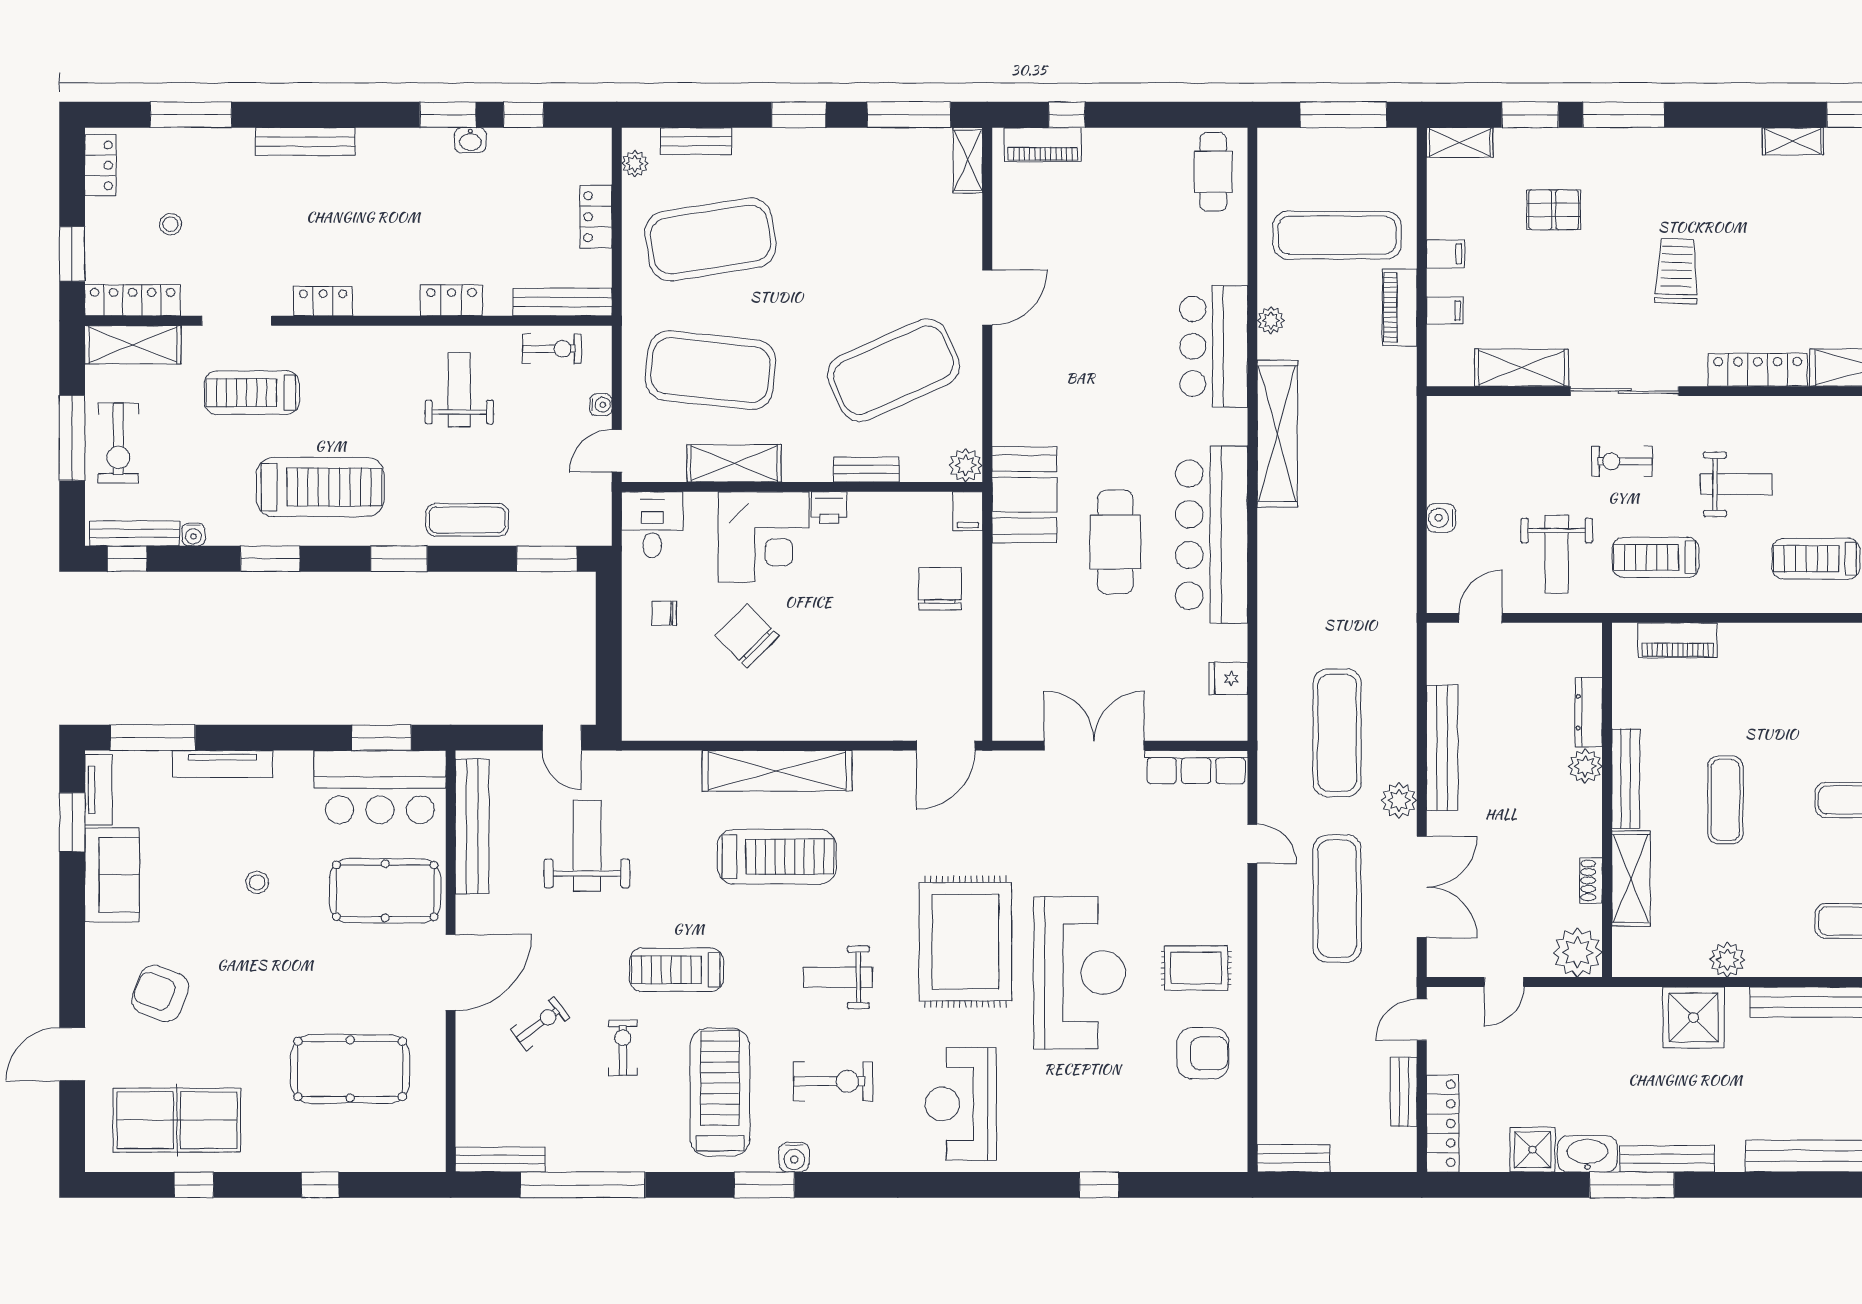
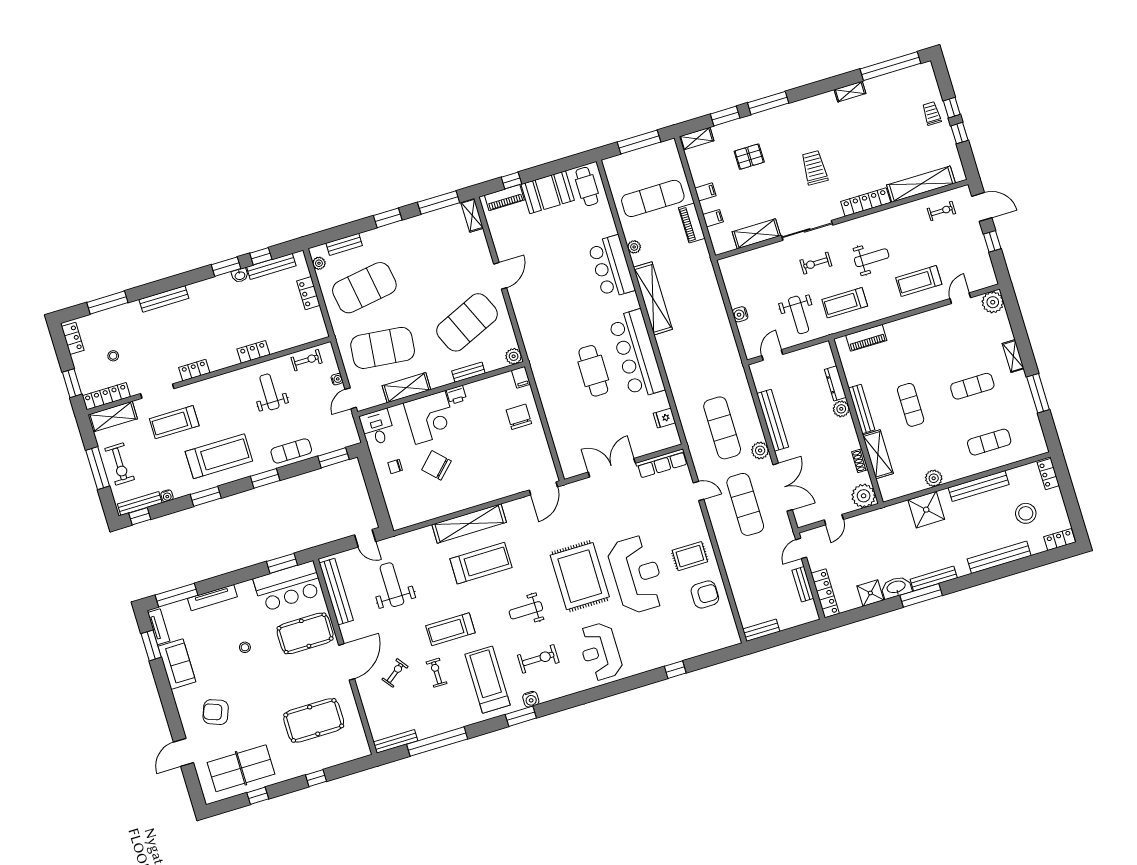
bench: (562, 302) -> (271, 266), moved
booth: (1024, 495) -> (548, 192), moved, turned 90

